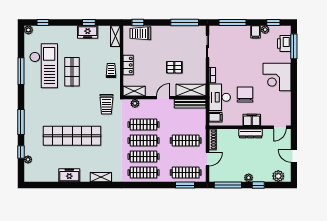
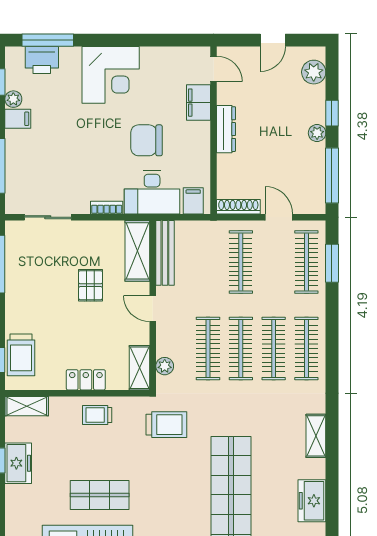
filing cabinet: (252, 120) -> (199, 103), moved

